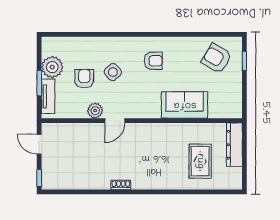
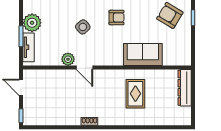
armchair: (84, 79) -> (59, 32), removed
door: (115, 121) -> (84, 68), hinge flipped
rug: (200, 161) -> (135, 94), moved

